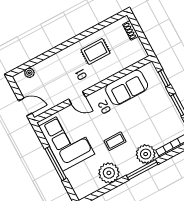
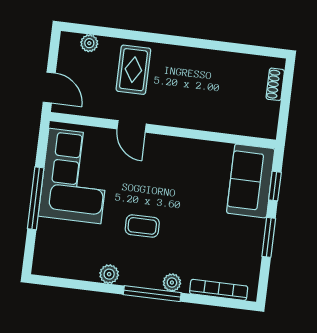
rug: (96, 51) -> (133, 70), moved, turned 90
sofa: (127, 87) -> (251, 181), moved, turned 90
plant: (146, 154) -> (172, 283), width x0.53, depth x0.53
plant: (109, 173) -> (109, 274), width x0.53, depth x0.53

